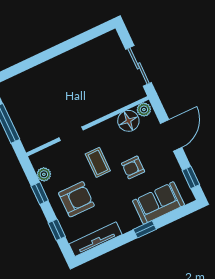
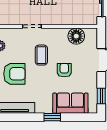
plant: (144, 110) -> (91, 33), removed
armchair: (133, 167) -> (64, 70), turned 90

